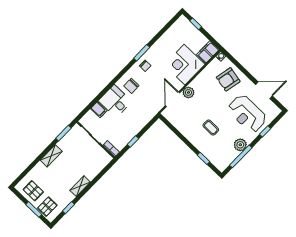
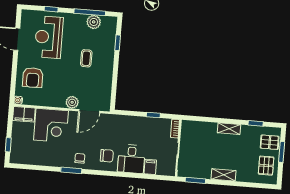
armchair: (228, 79) -> (33, 78), turned 79
reception desk: (247, 114) -> (49, 37), turned 180
plant: (240, 145) -> (94, 22), moved

